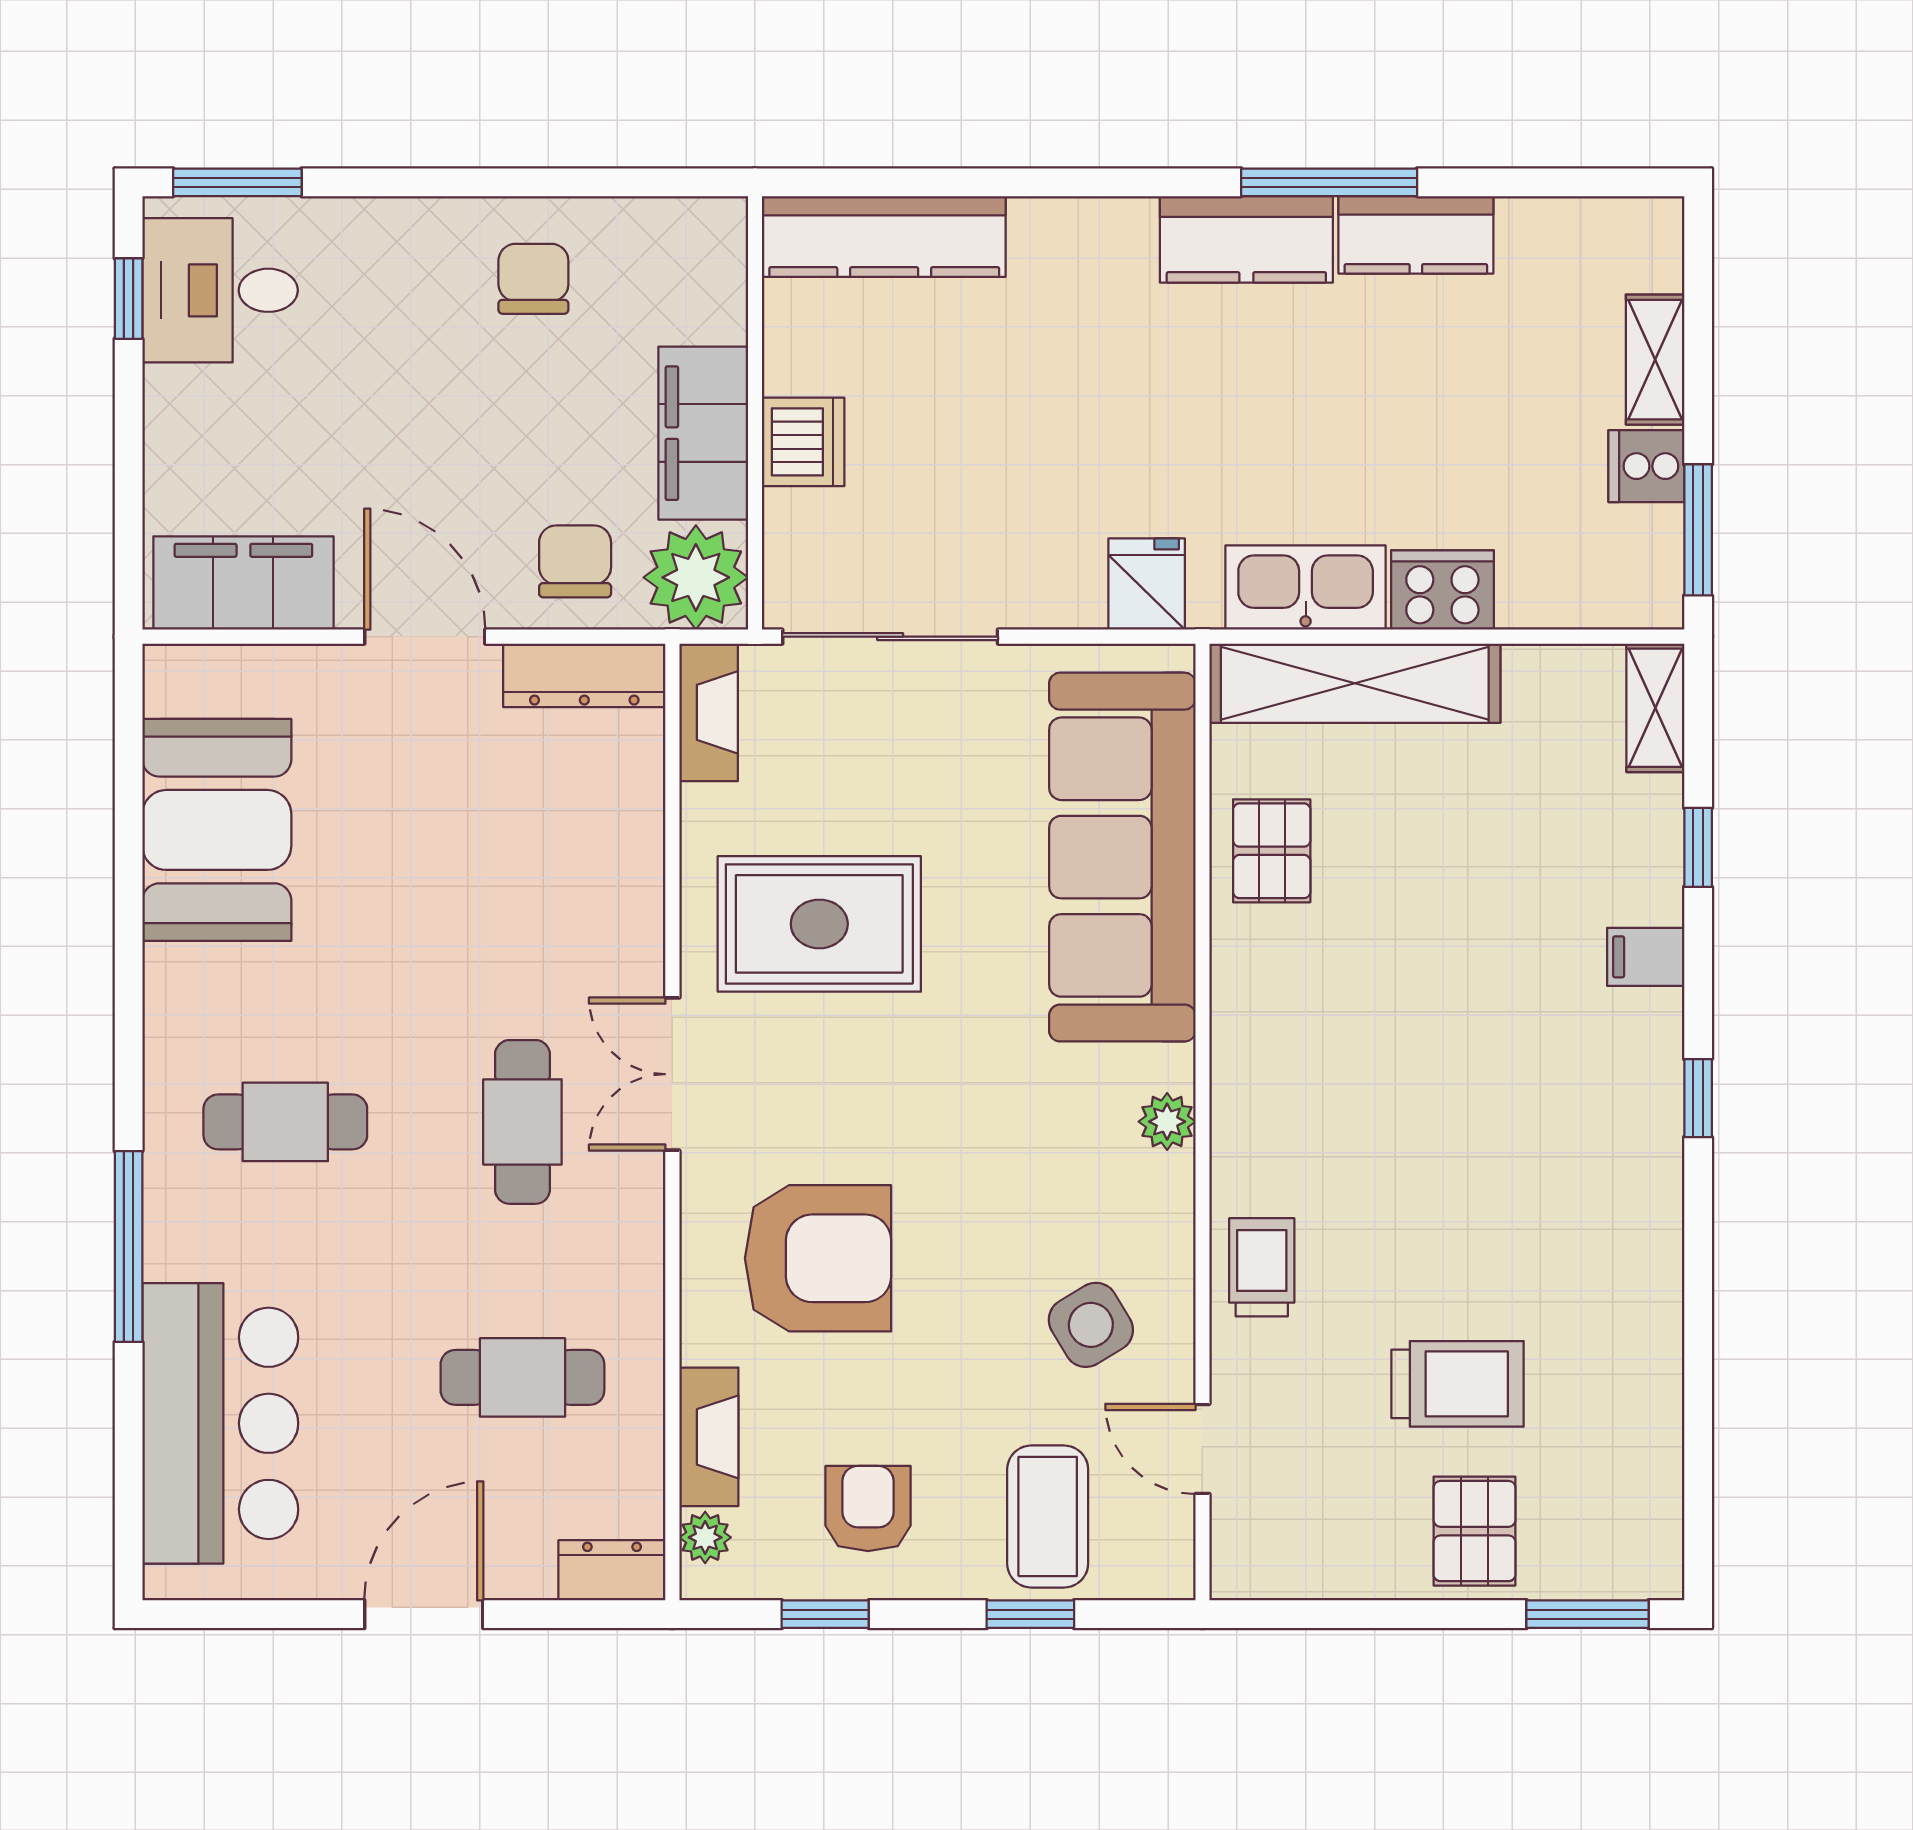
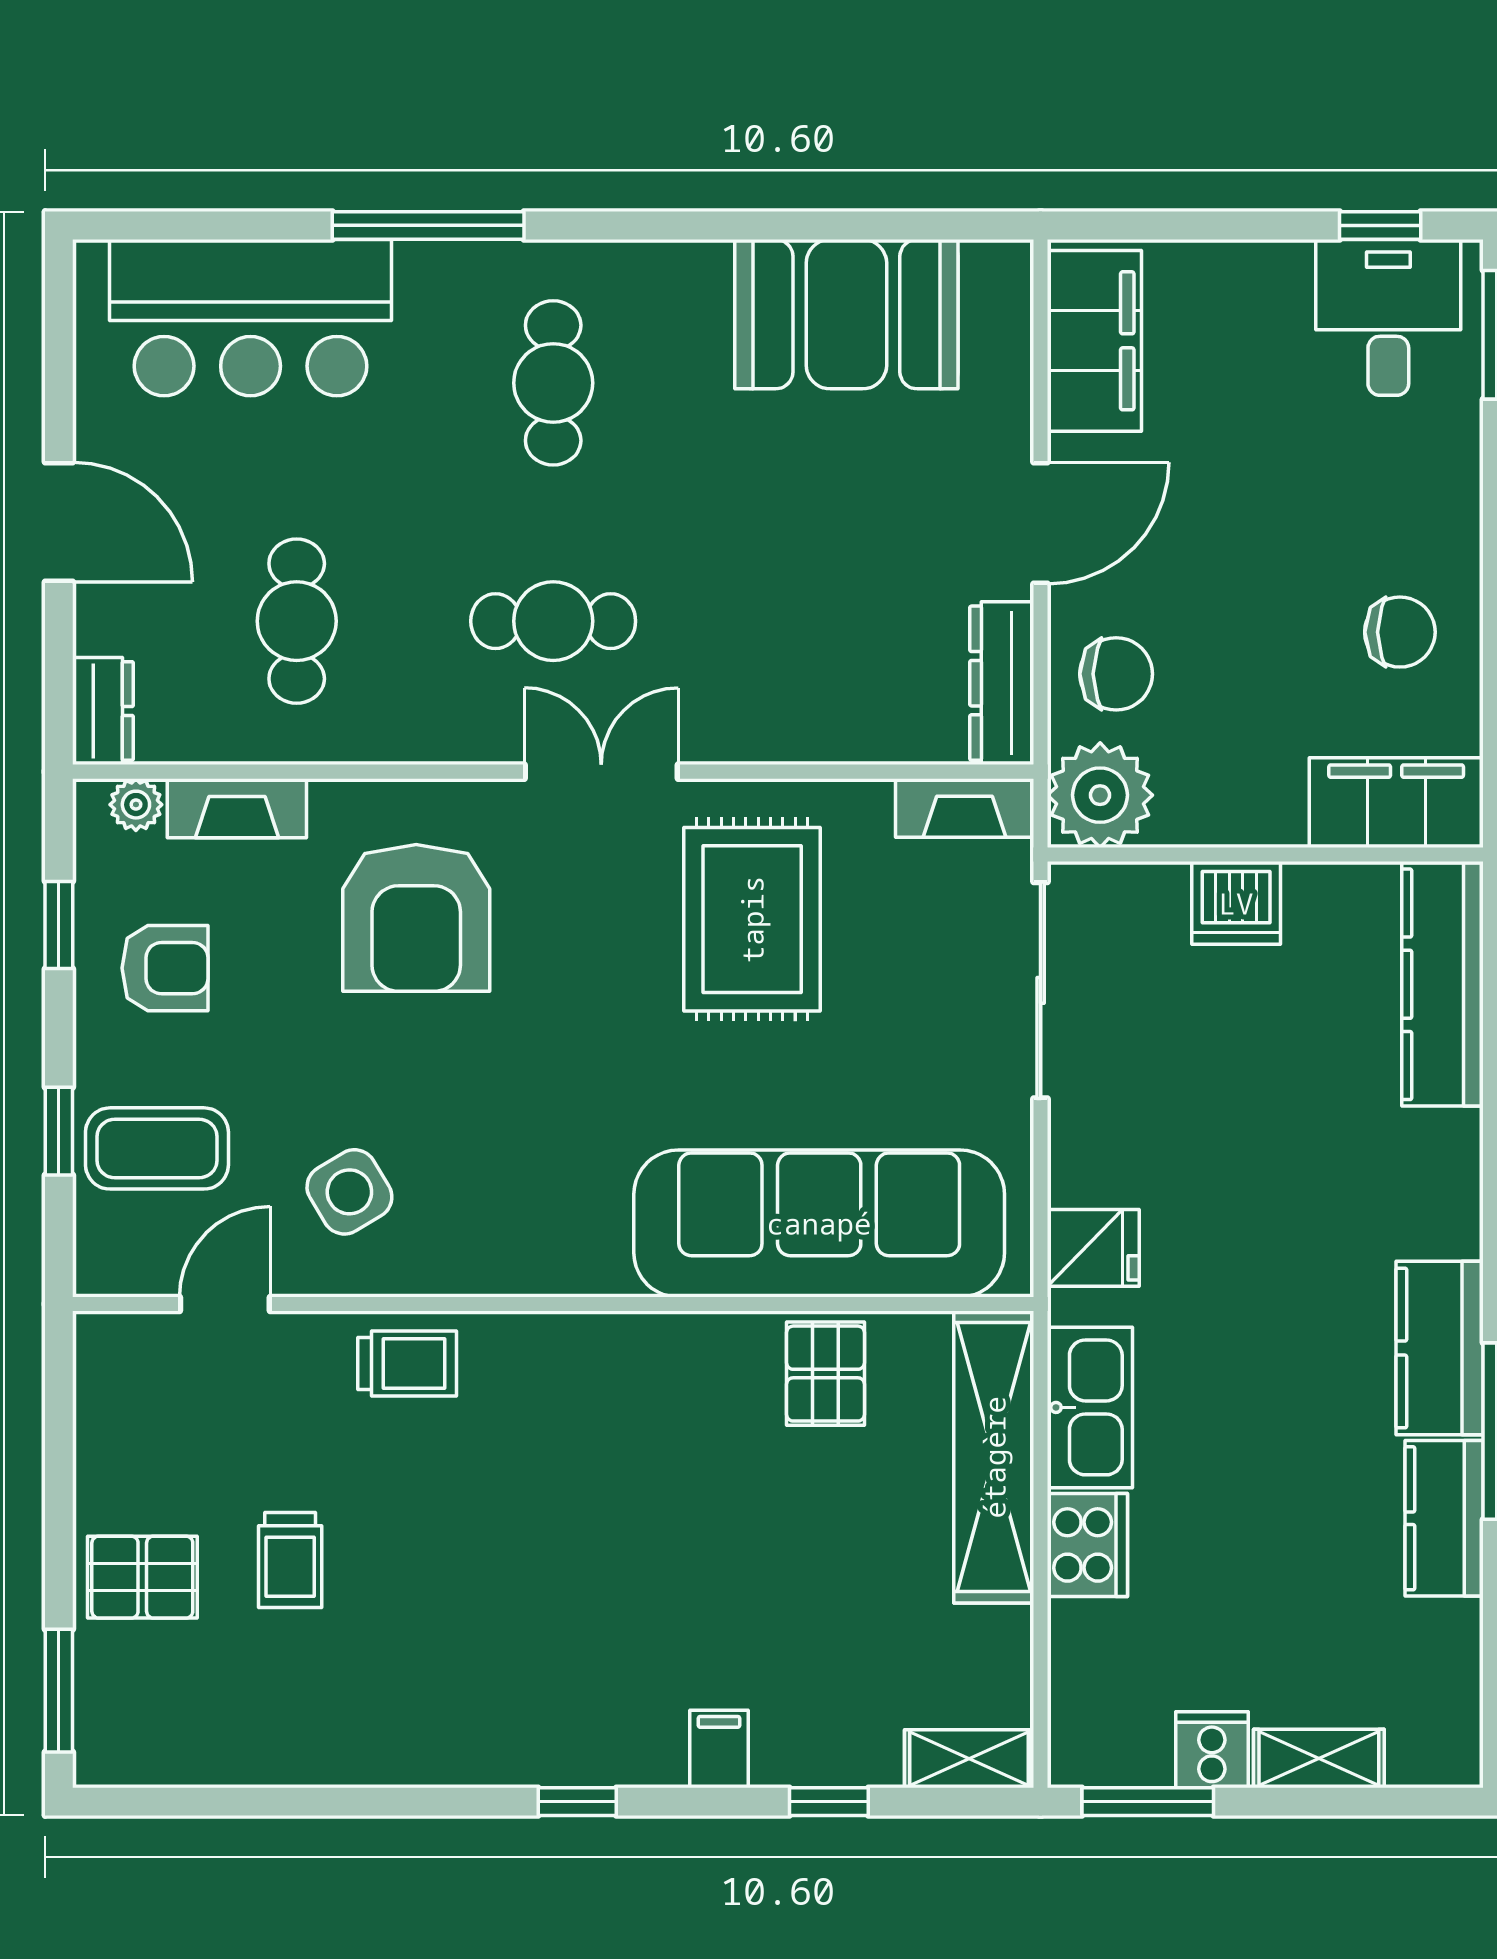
filing cabinet: (703, 433) -> (1396, 803), moved
pallet: (1272, 851) -> (825, 1374), turned 90
plant: (1167, 1122) -> (554, 1268), removed
trolley: (1457, 1384) -> (290, 1560), width x0.73, depth x0.72

